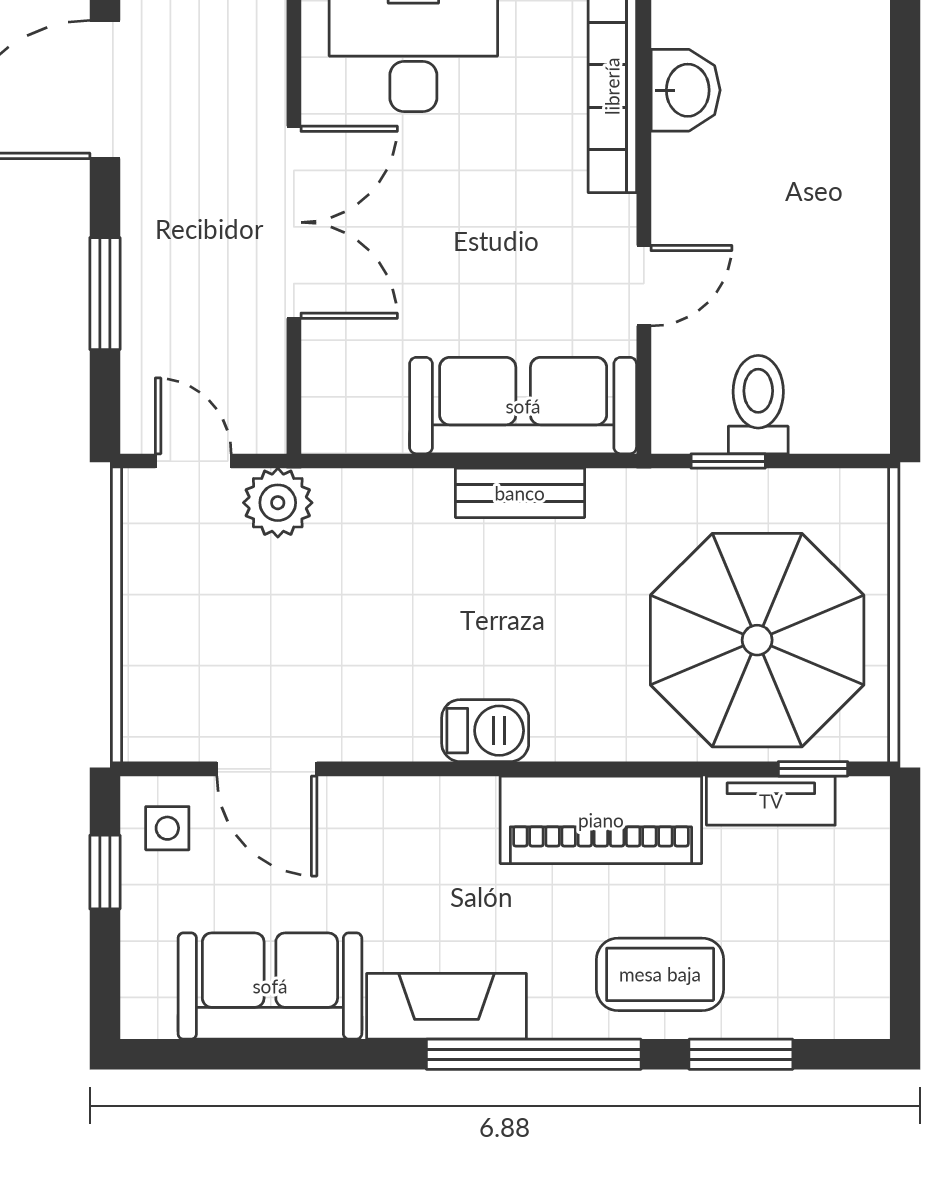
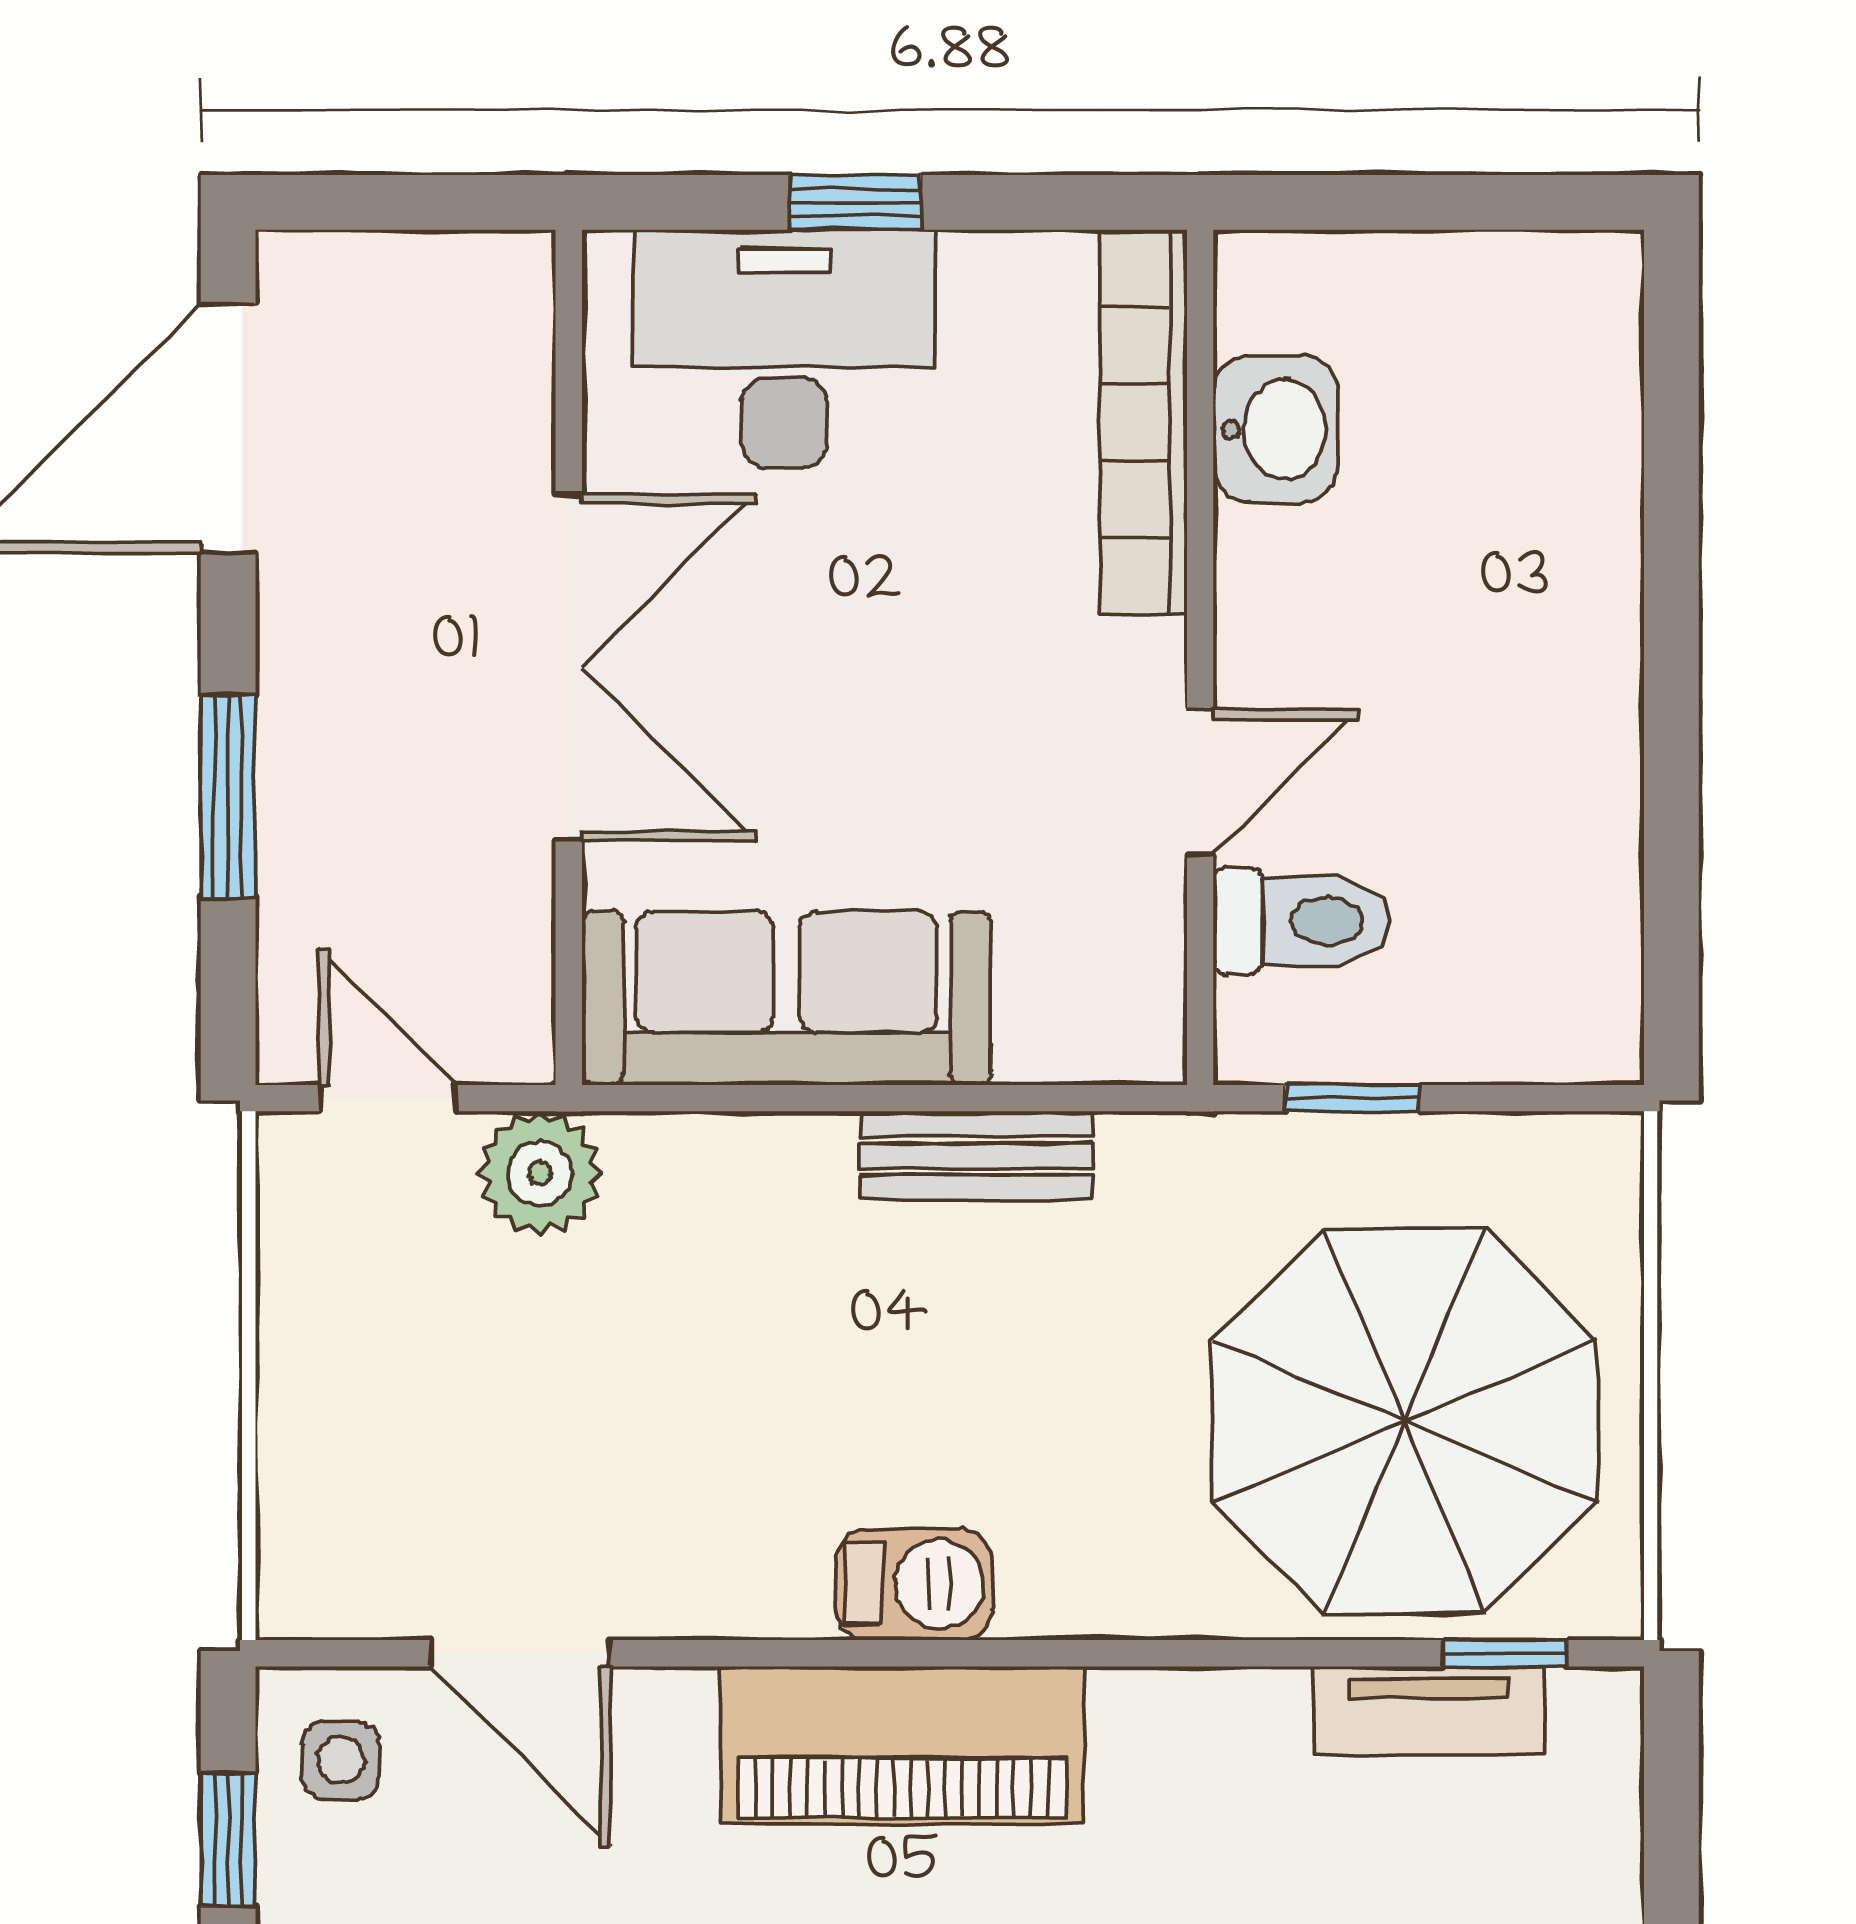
toilet: (758, 405) -> (1302, 921), moved, turned 90
sofa: (523, 406) -> (786, 998), moved
piano: (601, 820) -> (902, 1745), moved

